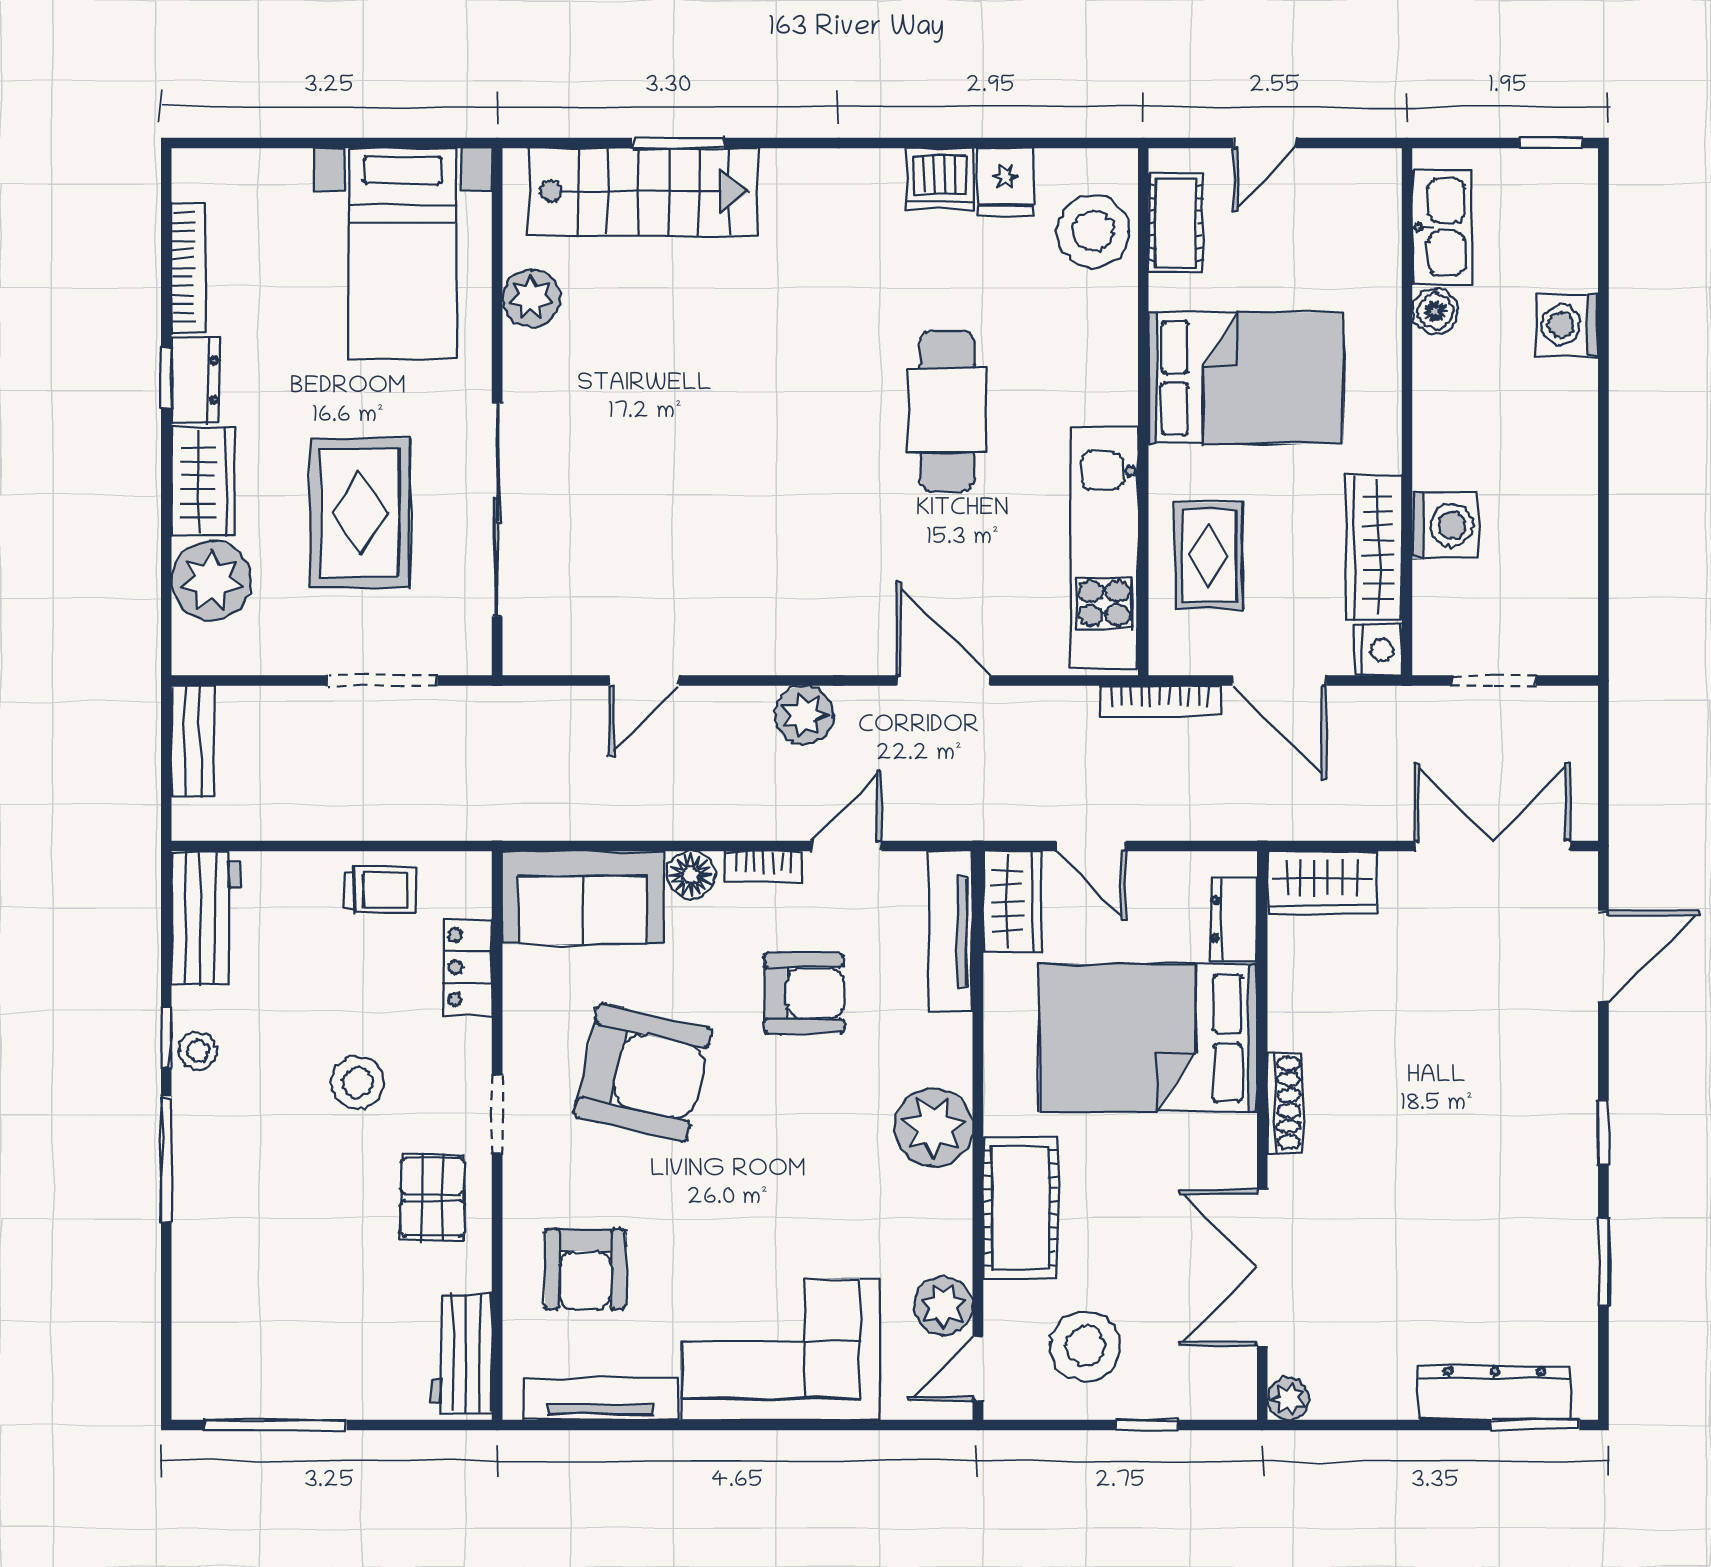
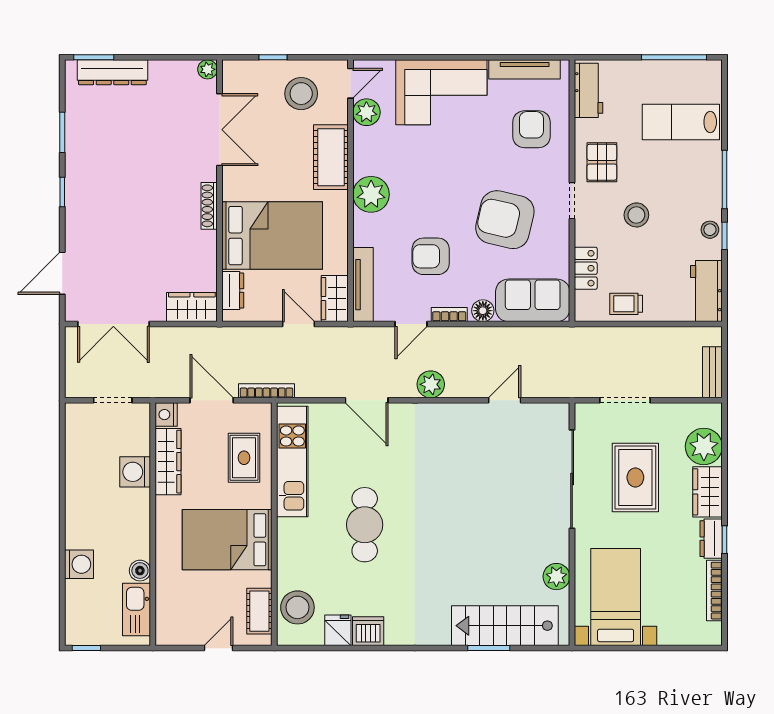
lab bench: (261, 1285) -> (681, 122), added

